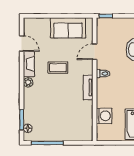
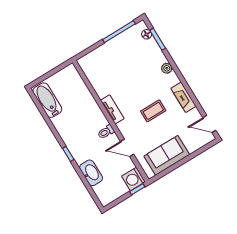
door: (22, 43) -> (209, 124), moved
door: (95, 52) -> (127, 148), swing flipped
plant: (28, 82) -> (167, 68), moved
washing machine: (104, 116) -> (133, 179), moved

